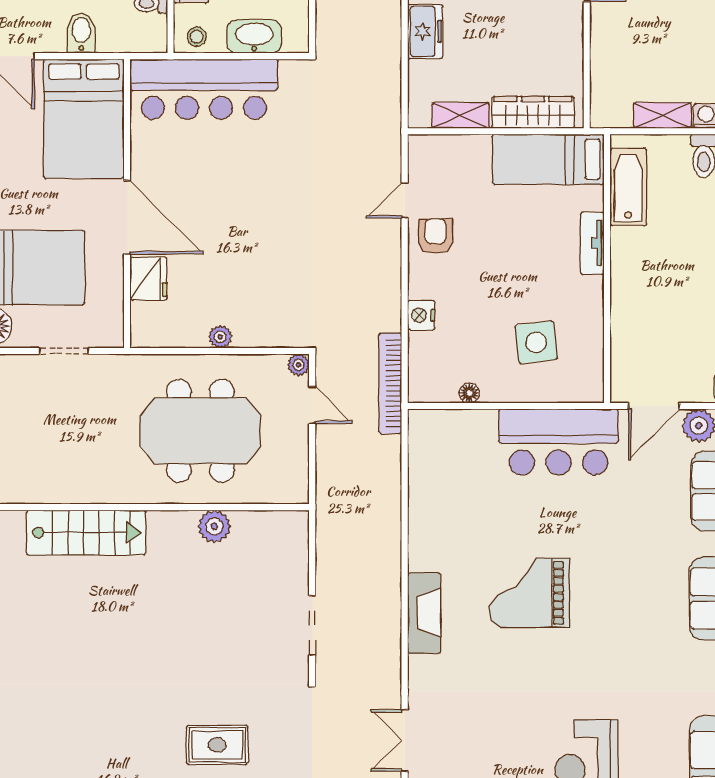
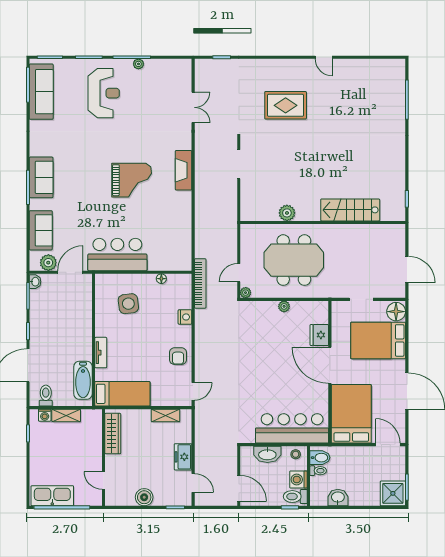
bidet: (81, 33) -> (320, 458), moved, turned -90
wardrobe: (533, 112) -> (113, 434), moved, turned -90
door: (405, 200) -> (193, 391), moved
door: (312, 405) -> (239, 273), hinge flipped
rug: (217, 745) -> (286, 105), width x1.36, depth x1.43

